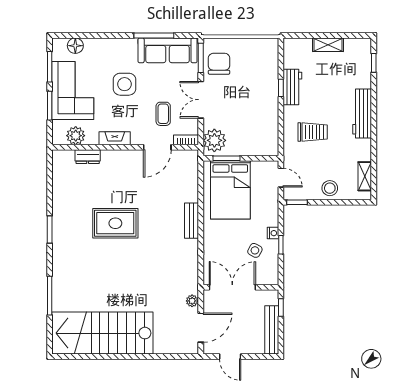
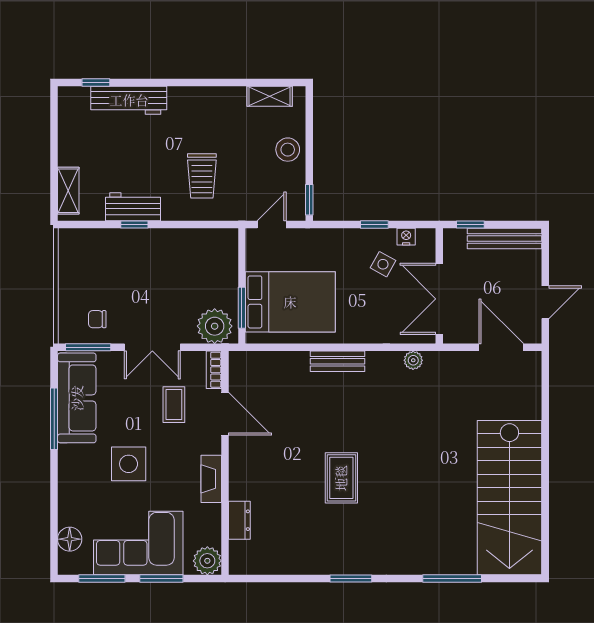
shelving: (328, 45) -> (68, 191), moved
chair: (219, 64) -> (97, 319), width x0.54, depth x0.54
workbench: (362, 113) -> (129, 100), moved
coffee table: (163, 114) -> (174, 405), turned 90
trolley: (313, 132) -> (202, 176), turned 180
plant: (76, 136) -> (207, 561), moved
rug: (115, 223) -> (341, 478), width x0.73, depth x0.70
nightstand: (273, 233) -> (406, 237), moved
plant: (192, 301) -> (413, 360), moved

